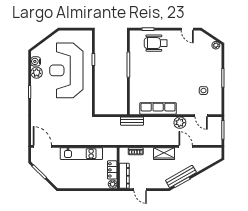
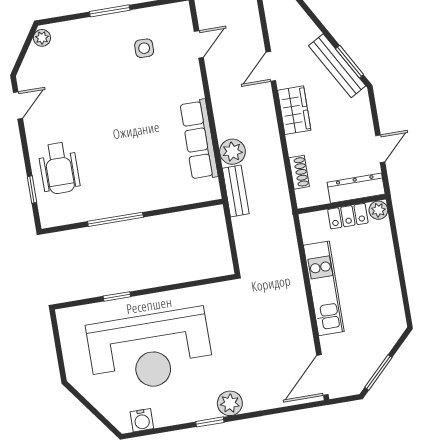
plant: (37, 73) -> (230, 403), moved
plant: (180, 123) -> (232, 152), moved

